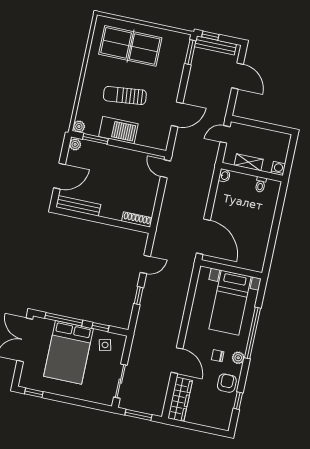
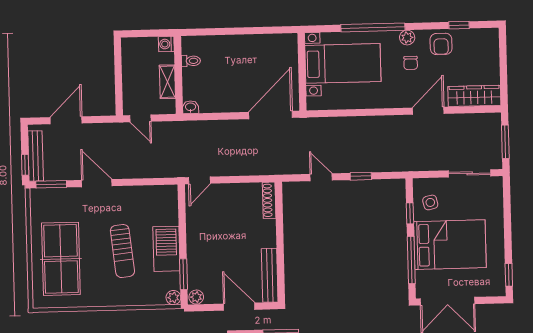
door: (177, 114) -> (97, 183), moved
armchair: (227, 383) -> (441, 44), turned -90

